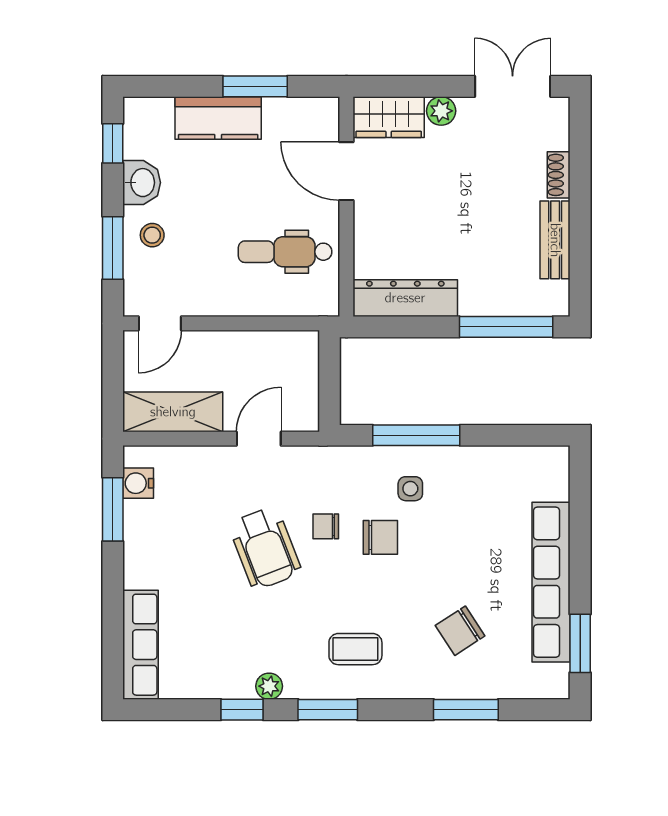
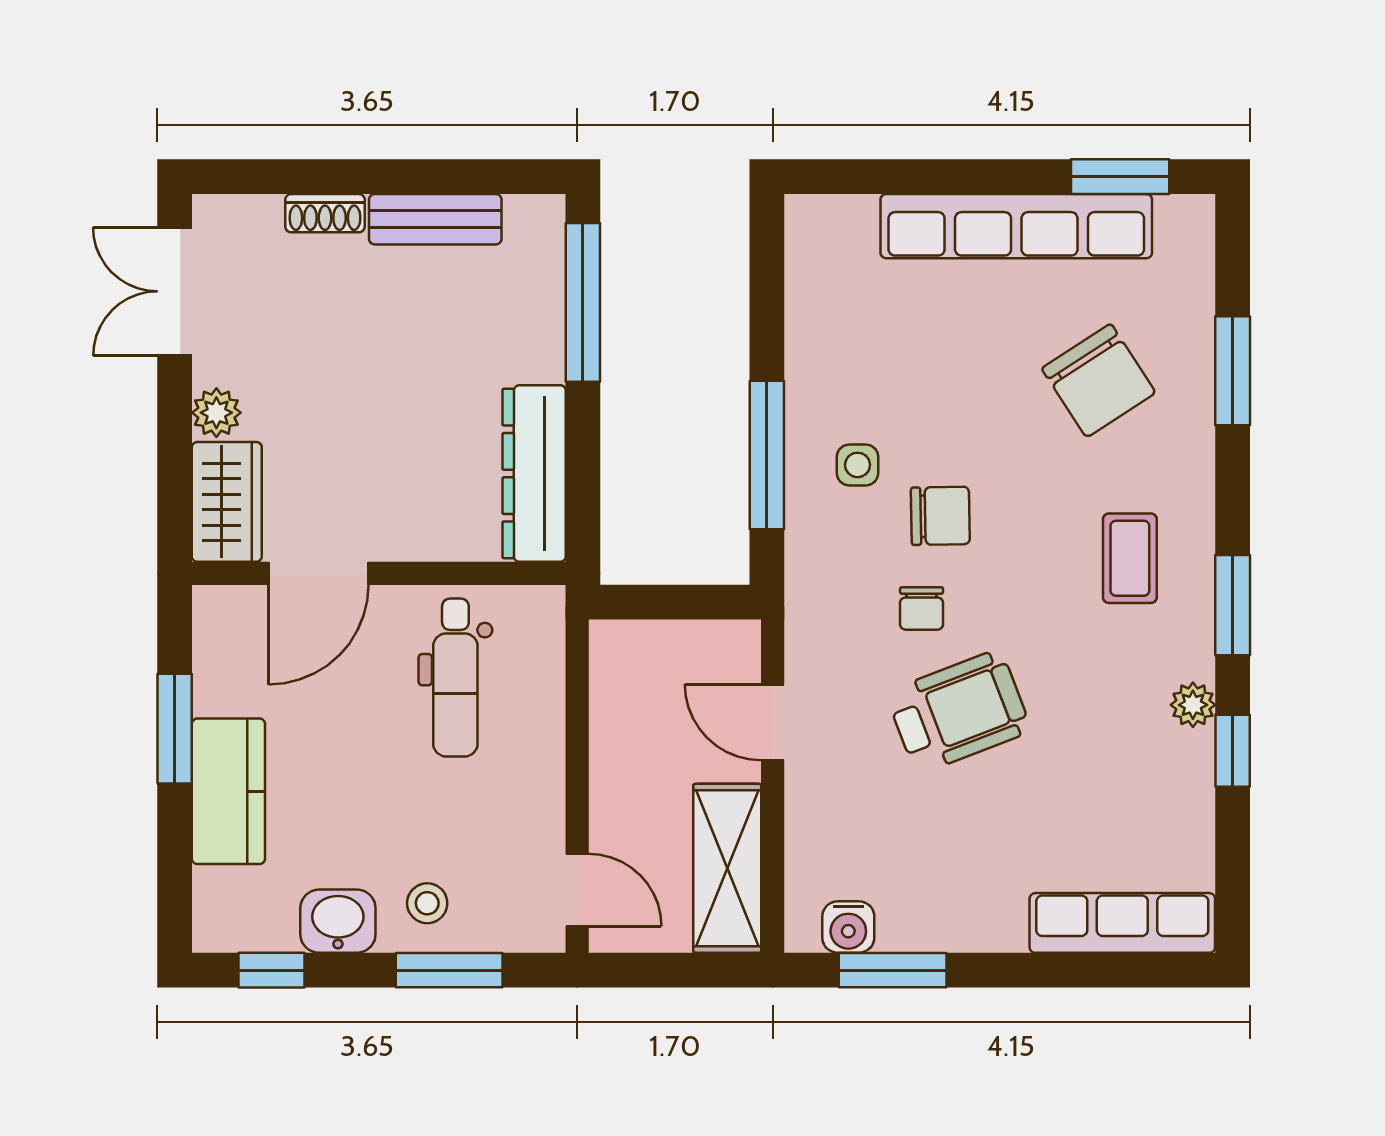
chair: (380, 537) -> (940, 516), turned 89
chair: (460, 631) -> (1099, 381), width x1.37, depth x1.37

